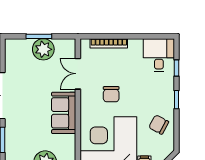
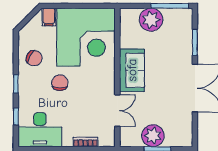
bookcase: (109, 43) -> (85, 142), width x0.64
desk: (159, 55) -> (40, 130), width x1.37
chair: (111, 94) -> (60, 83), moved

